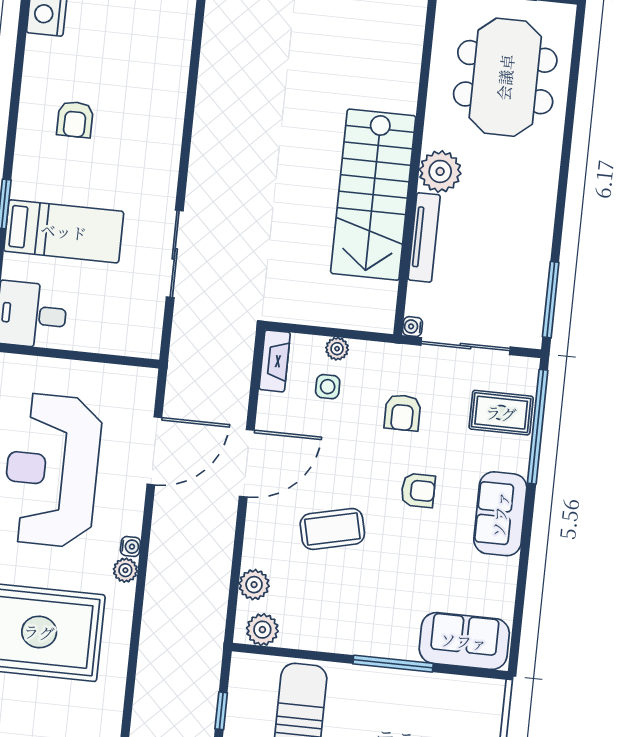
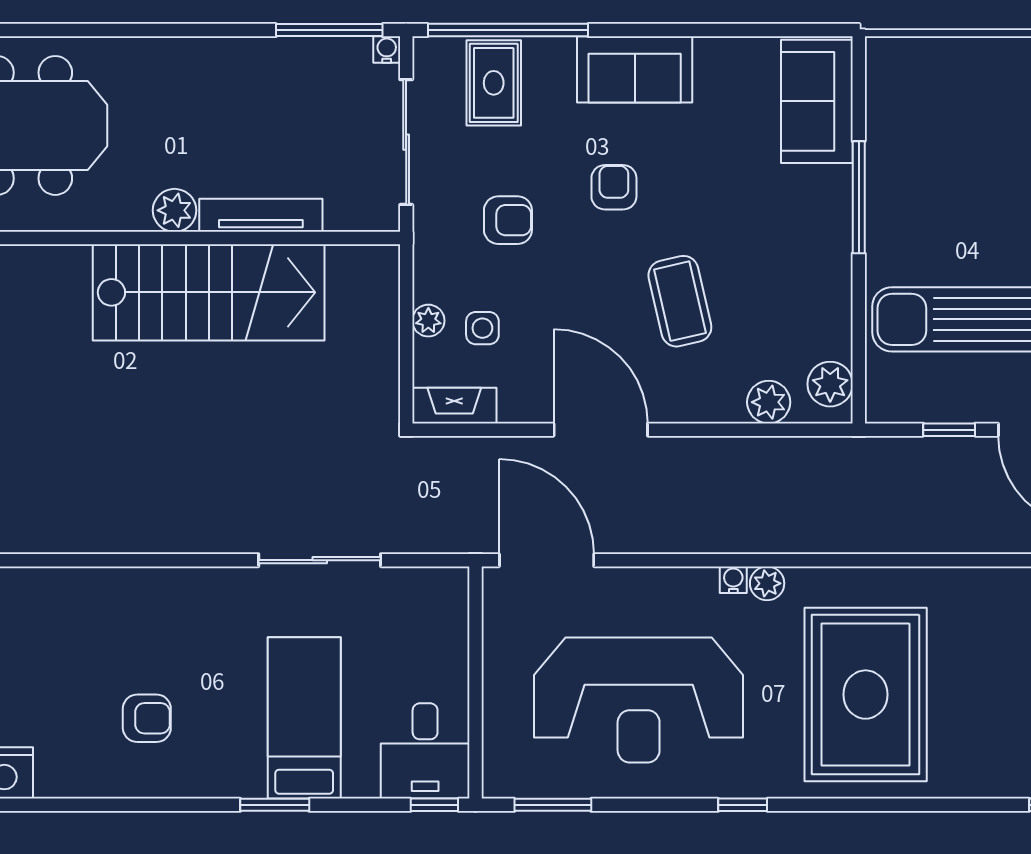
plant: (440, 171) -> (175, 210), width x0.73, depth x0.73
water cooler: (413, 327) -> (387, 50), moved, turned 180
door: (154, 451) -> (547, 560), moved

